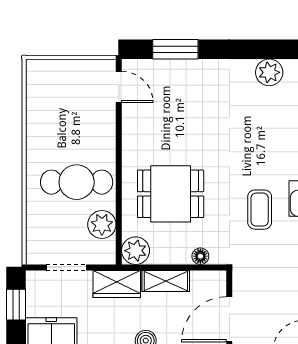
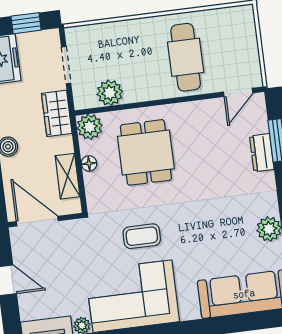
dresser: (186, 70) -> (262, 153), added
cafe table: (77, 182) -> (186, 57), moved
floor lamp: (200, 256) -> (89, 163), moved
shelving: (166, 281) -> (68, 176), moved

